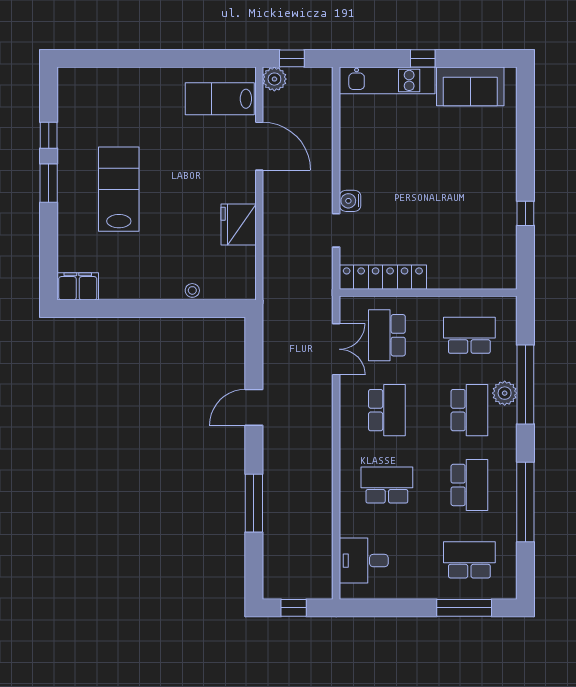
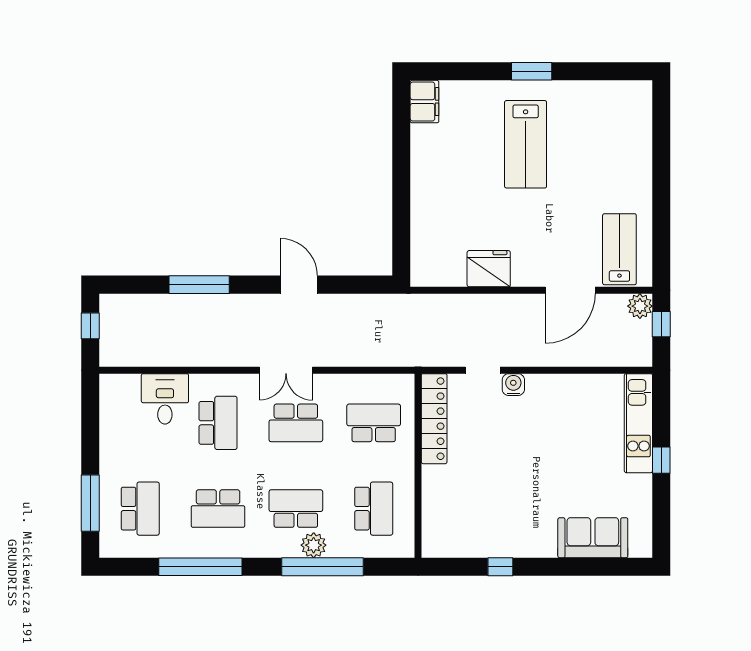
sofa: (470, 86) -> (593, 538), moved, turned 90
window: (49, 135) -> (581, 71), removed
lab bench: (119, 189) -> (526, 144), turned 90
stool: (192, 290) -> (420, 221), removed
double door: (336, 349) -> (286, 370), moved
school desk: (469, 410) -> (296, 509), turned 180
desk: (364, 561) -> (165, 399), moved

